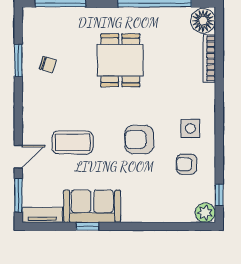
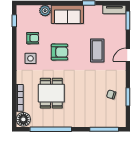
dining table: (120, 60) -> (51, 93), moved
coffee table: (73, 142) -> (97, 50), turned 90
door: (18, 157) -> (128, 55), moved
sofa: (92, 206) -> (67, 14), moved
plant: (205, 213) -> (45, 11), moved

